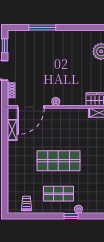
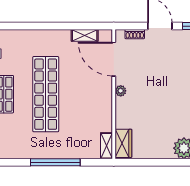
shop shelf: (58, 161) -> (46, 94), width x1.40

